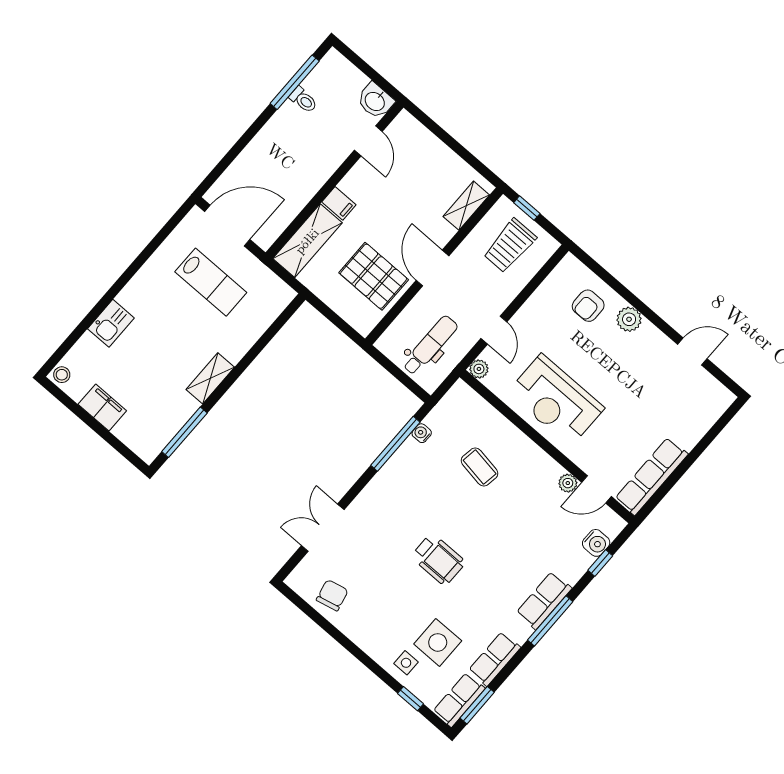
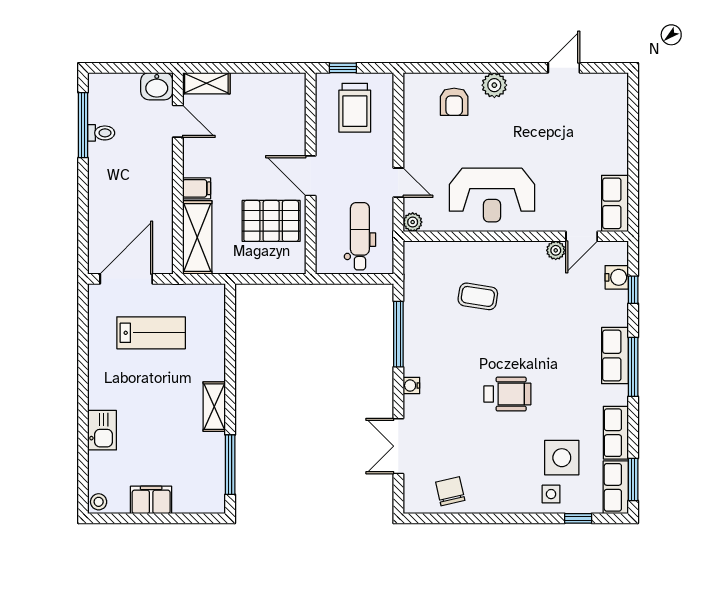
shelving: (466, 206) -> (206, 83), moved, turned 90
water cooler: (422, 433) -> (411, 386), moved
row of seats: (651, 476) -> (615, 203), width x0.68

